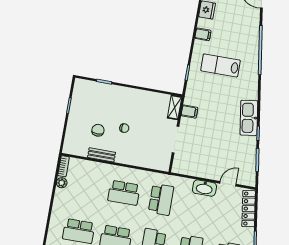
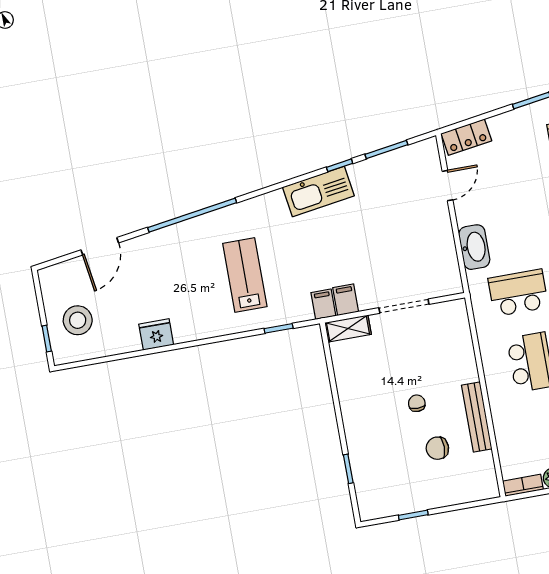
filing cabinet: (203, 34) -> (323, 304), moved
lab bench: (220, 65) -> (245, 275), turned 180
bench: (102, 155) -> (477, 417), width x1.36
door: (228, 184) -> (448, 186), swing flipped
washbasin: (204, 188) -> (474, 247), moved
locker: (249, 209) -> (466, 137), width x0.66

